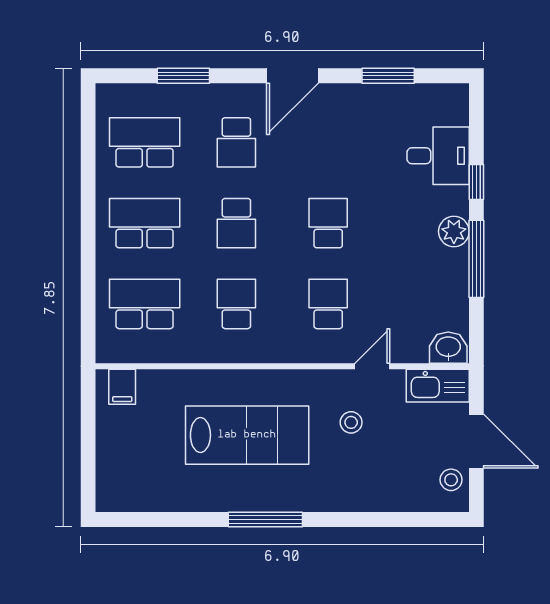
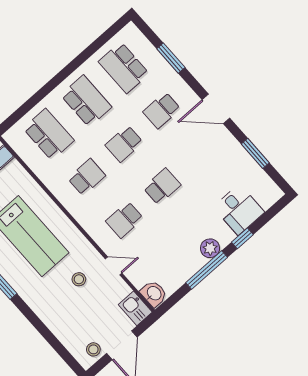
school desk: (145, 142) -> (124, 68), turned 180
school desk: (328, 304) -> (124, 220), turned 180
kitchen sink: (438, 386) -> (135, 308), width x0.73

